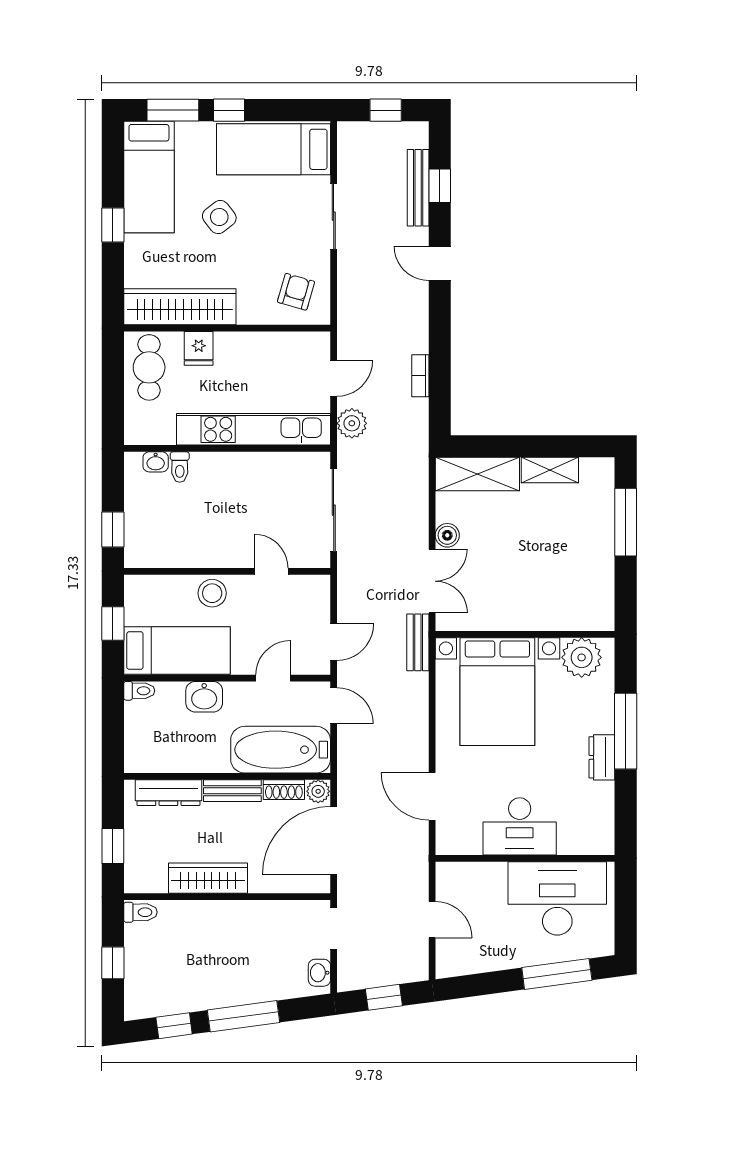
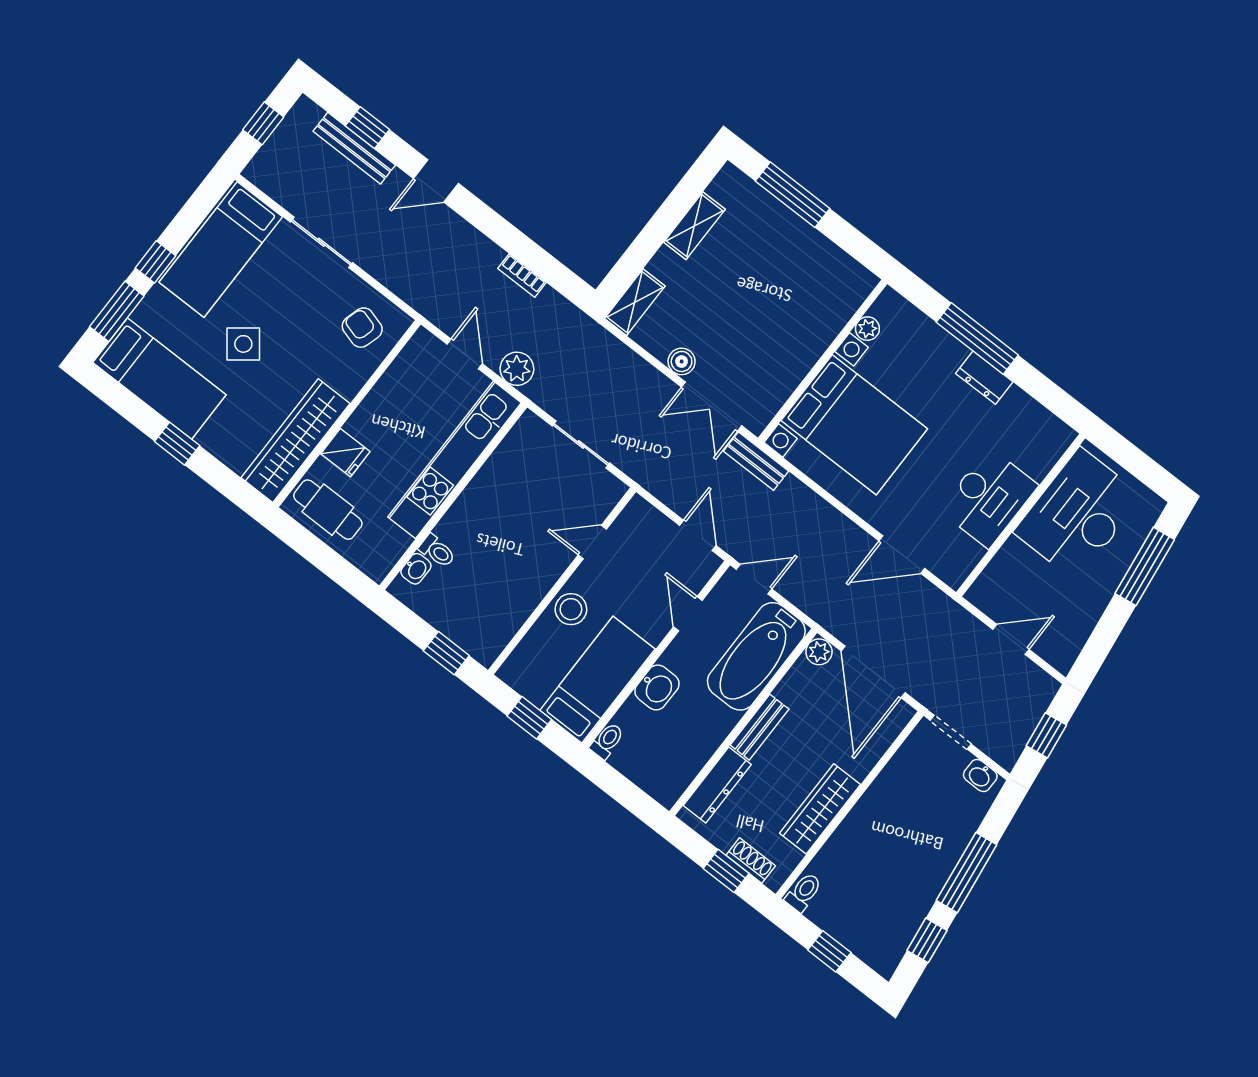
shelving: (477, 474) -> (635, 302), width x0.67, depth x0.75
sliding door: (334, 510) -> (581, 445), width x0.73
double door: (432, 581) -> (712, 406), swing flipped
plant: (582, 657) -> (867, 329), width x0.53, depth x0.53
shoe rack: (284, 790) -> (751, 860), moved, turned -90

